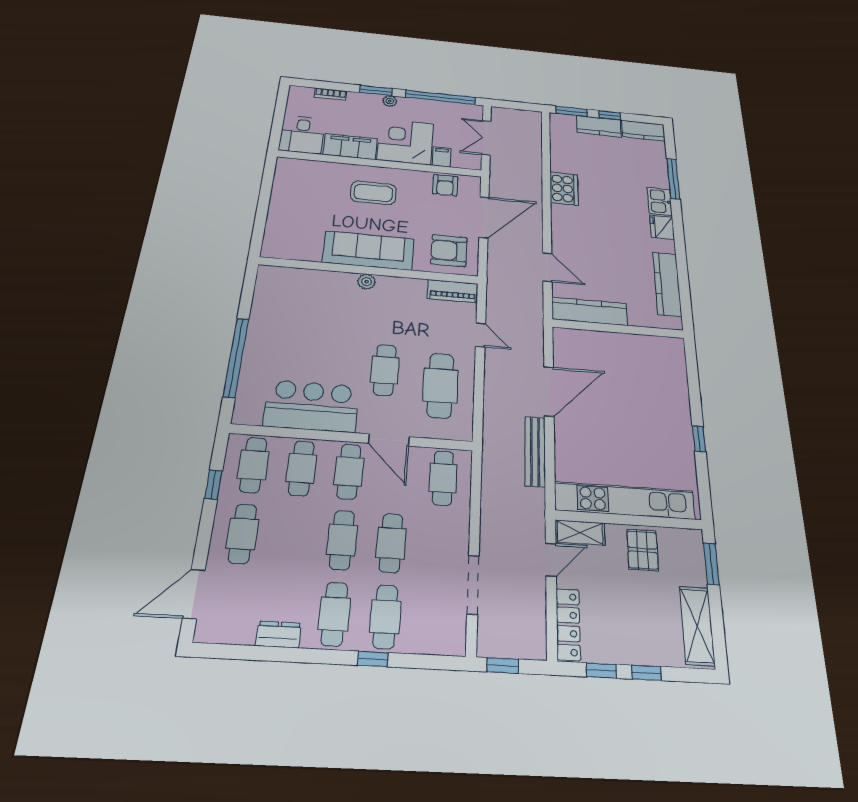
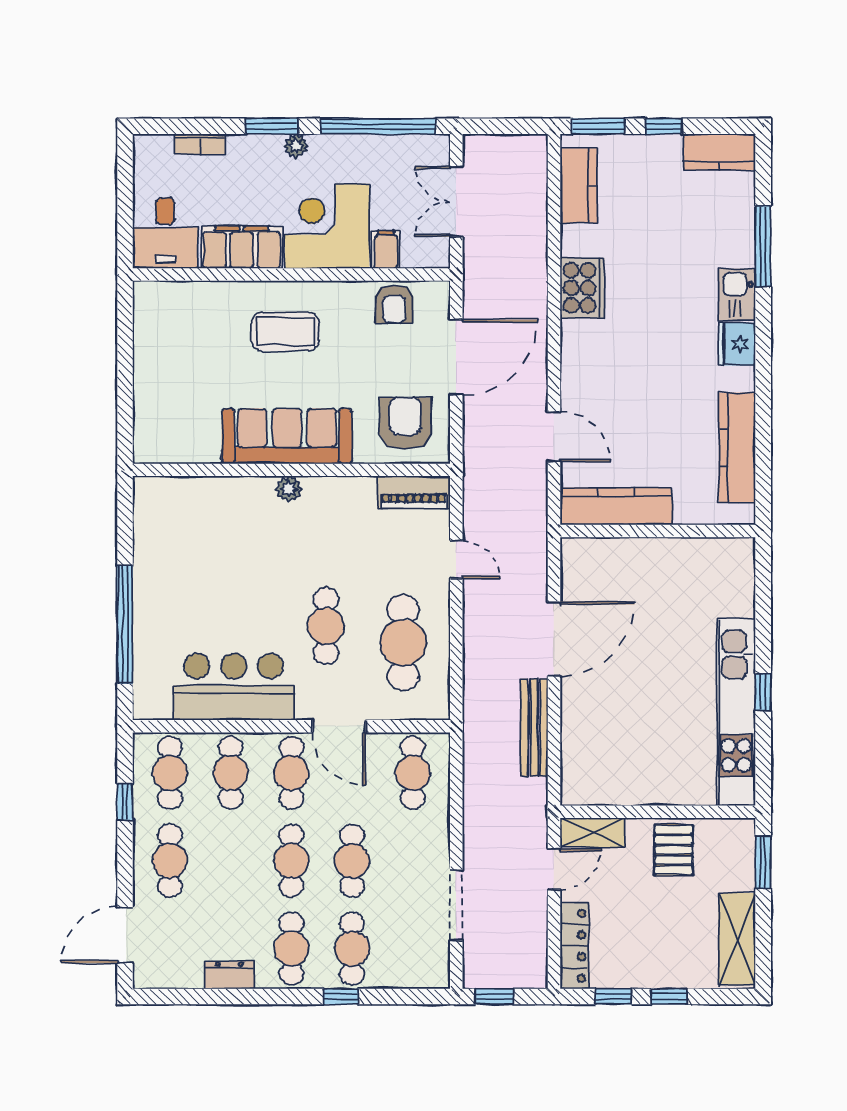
kitchen counter: (599, 126) -> (579, 186), moved, turned -90
armchair: (449, 251) -> (405, 423), turned 90
kitchen unit: (625, 501) -> (736, 712), moved, turned -90

